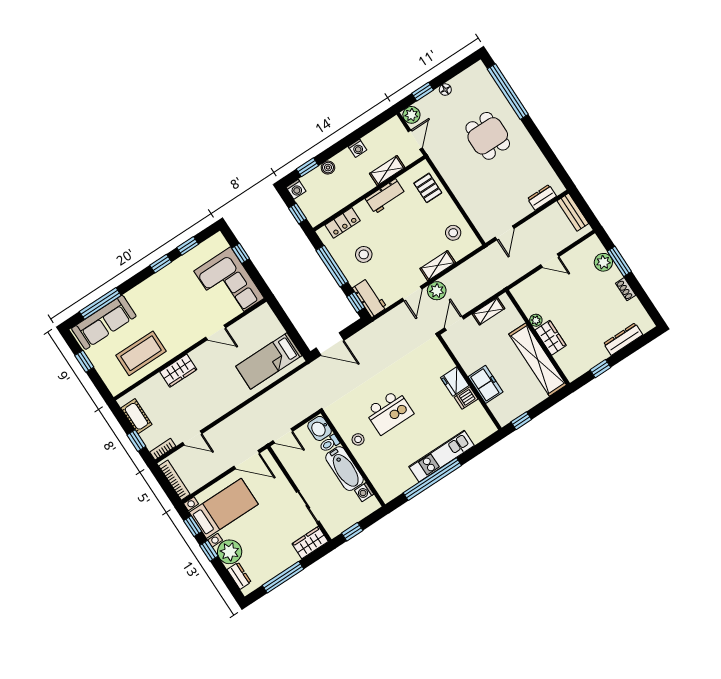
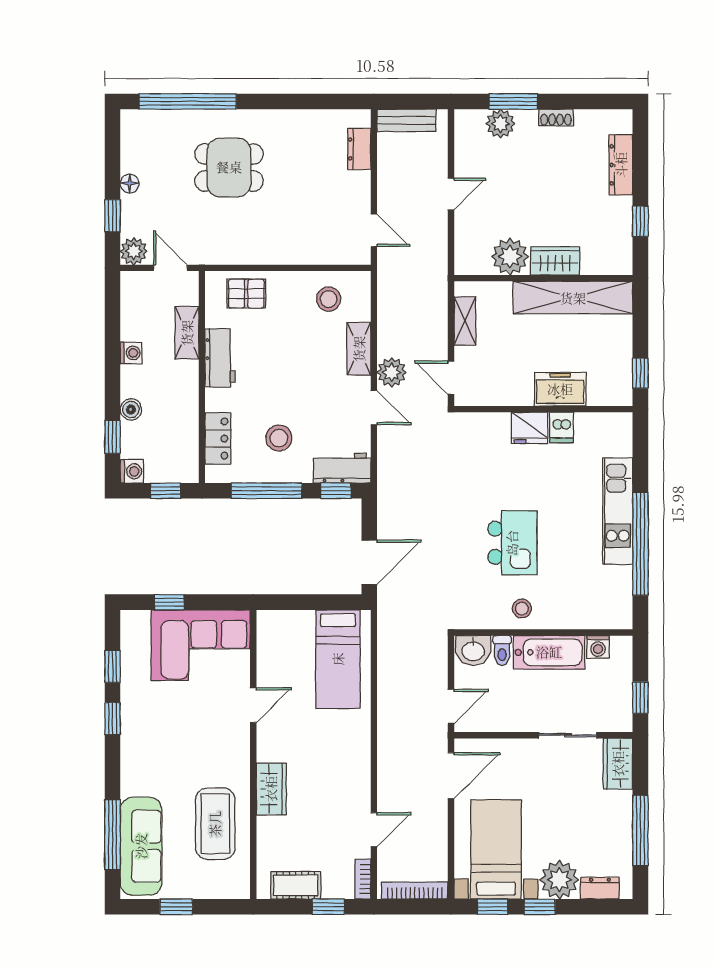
plant: (536, 320) -> (510, 257), width x1.87, depth x1.87

